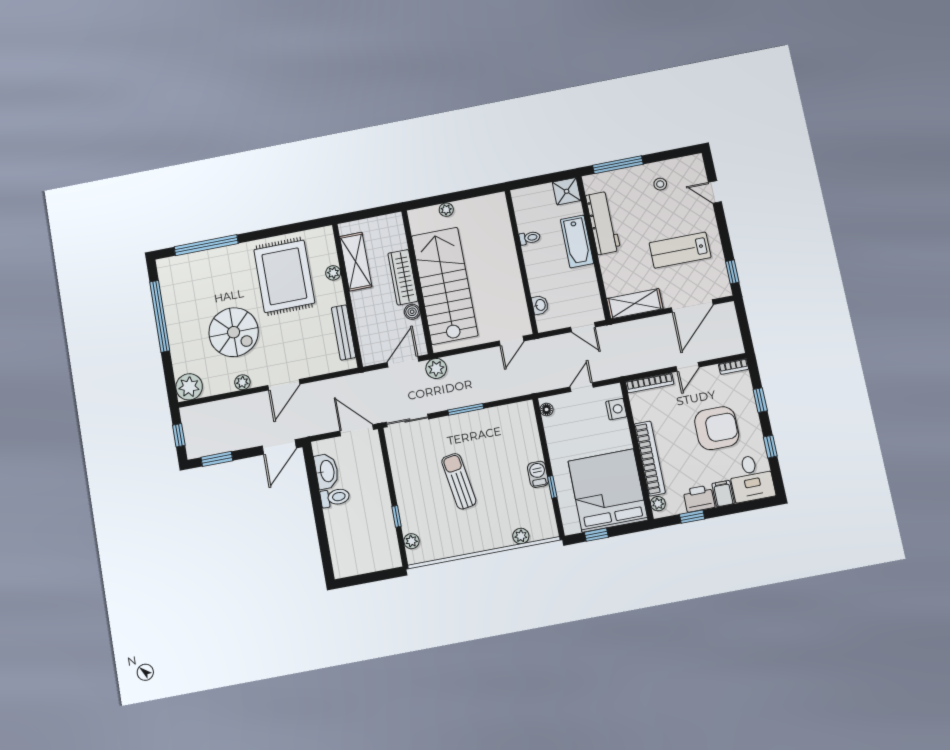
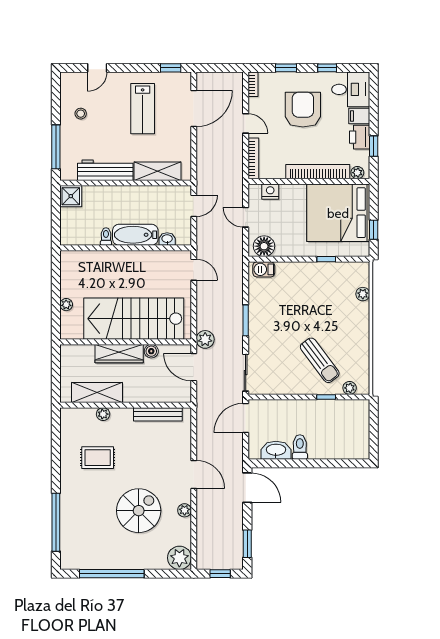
bathtub: (577, 241) -> (135, 235), moved, turned 180
rug: (284, 276) -> (98, 458), width x0.54, depth x0.49
shelving: (635, 304) -> (158, 171), moved, turned 90
door: (692, 306) -> (194, 108), hinge flipped
floor lamp: (547, 409) -> (264, 246), width x1.89, depth x1.89
barbecue: (538, 474) -> (264, 269), moved
sun lounger: (459, 481) -> (320, 360), moved, turned -118

